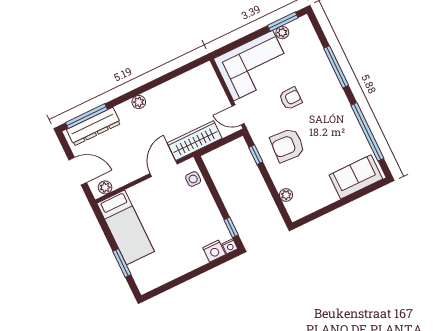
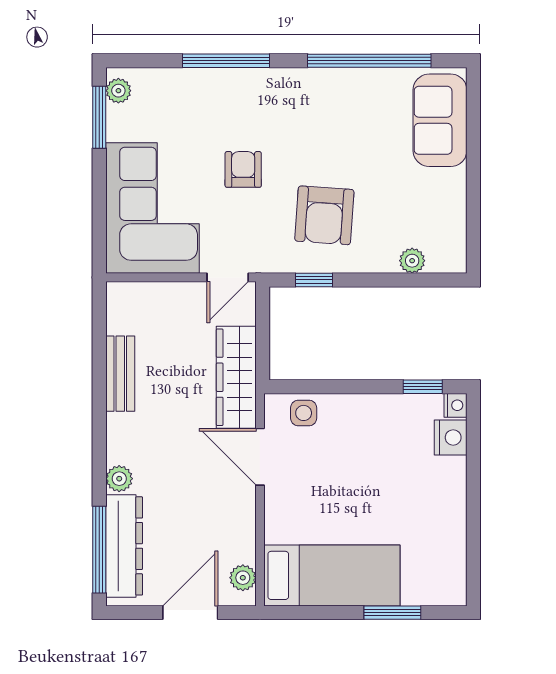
plant: (282, 33) -> (118, 91), moved
bench: (171, 87) -> (120, 374), added
plant: (139, 102) -> (119, 479), moved

